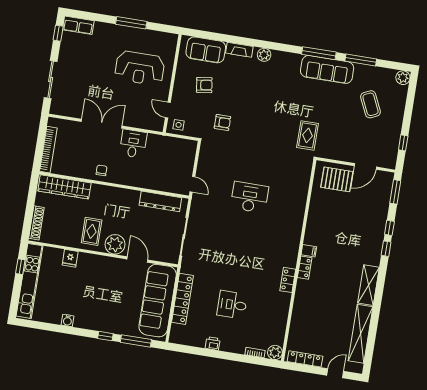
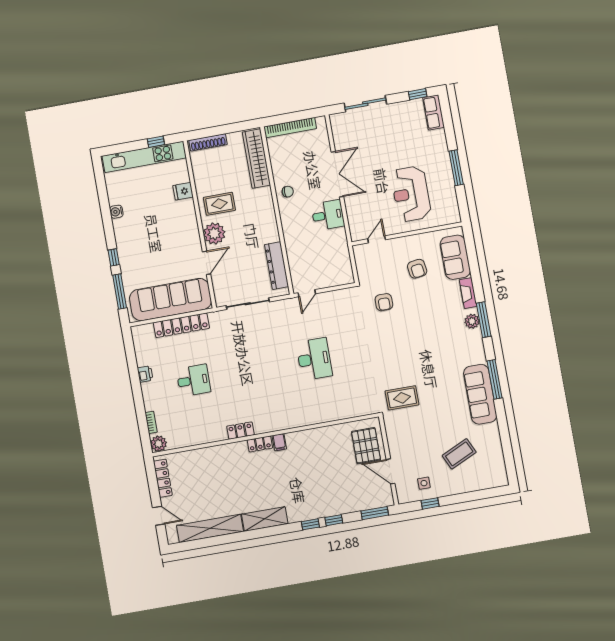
window: (361, 60) -> (484, 320), moved
plant: (403, 78) -> (500, 479), removed
side table: (179, 125) -> (424, 483), moved
desk: (232, 305) -> (193, 380), turned 90

